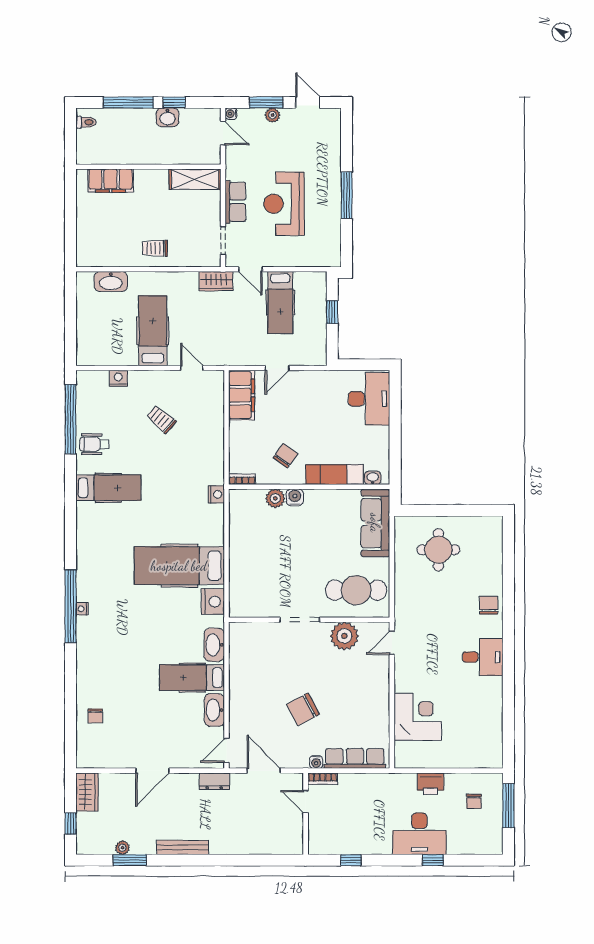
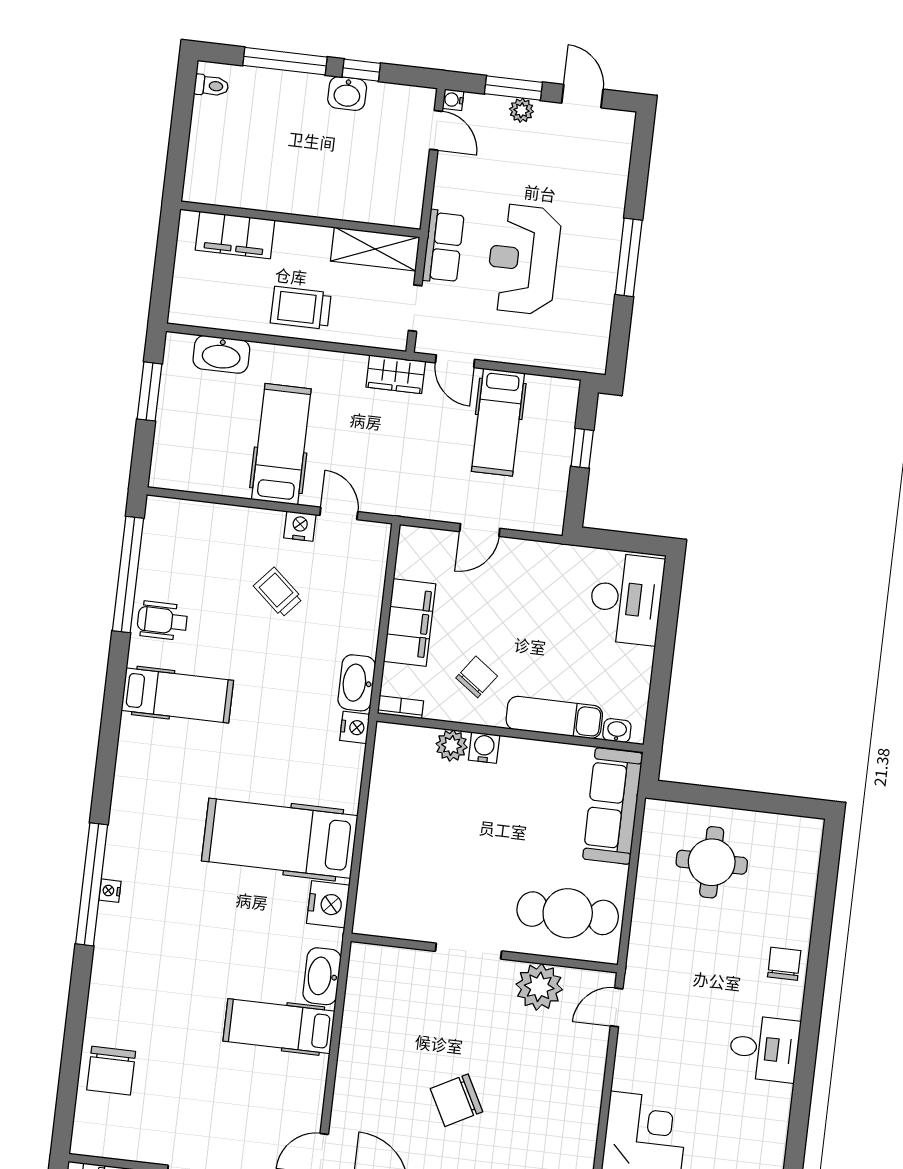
wall: (148, 167) -> (300, 219), moved
shelving: (195, 179) -> (375, 249), moved
filing cabinet: (111, 181) -> (235, 235), moved
trolley: (155, 248) -> (301, 308), width x1.36, depth x1.39
window: (71, 309) -> (149, 391), added
nightstand: (118, 378) -> (300, 526), moved
filing cabinet: (242, 395) -> (410, 623), moved
washbasin: (214, 710) -> (357, 683), moved
chair: (95, 716) -> (111, 1071), width x1.87, depth x1.87

